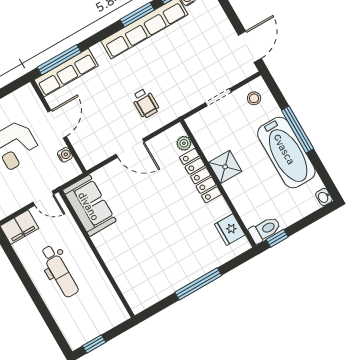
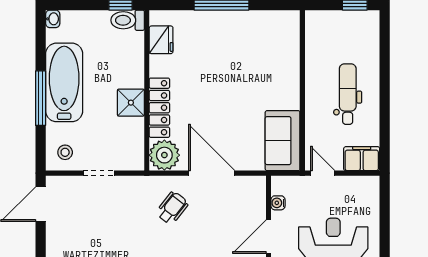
wheelchair: (145, 103) -> (172, 208), turned 38
plant: (184, 143) -> (164, 155), width x1.88, depth x1.88
door: (130, 148) -> (212, 173), width x1.36

